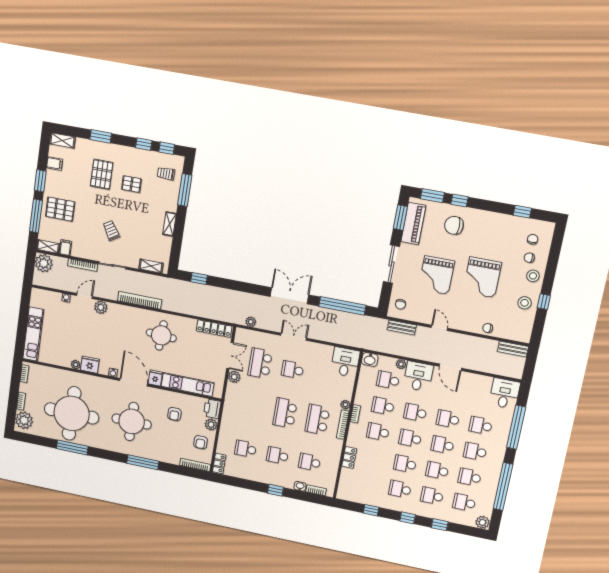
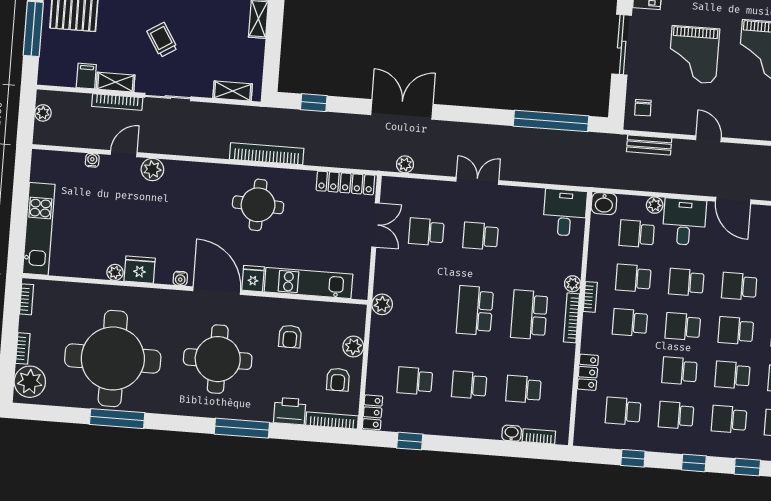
shelving: (48, 247) -> (116, 82), moved
plant: (44, 263) -> (43, 113), width x0.53, depth x0.53
double door: (289, 296) -> (402, 109), moved
bookcase: (140, 300) -> (267, 154), moved
school desk: (260, 363) -> (426, 232), width x0.54
plant: (234, 377) -> (382, 304), moved
printer: (212, 409) -> (290, 411), moved, turned 90
school desk: (368, 483) -> (623, 411), added
window: (276, 490) -> (410, 441), moved

